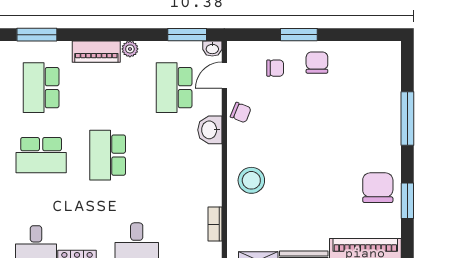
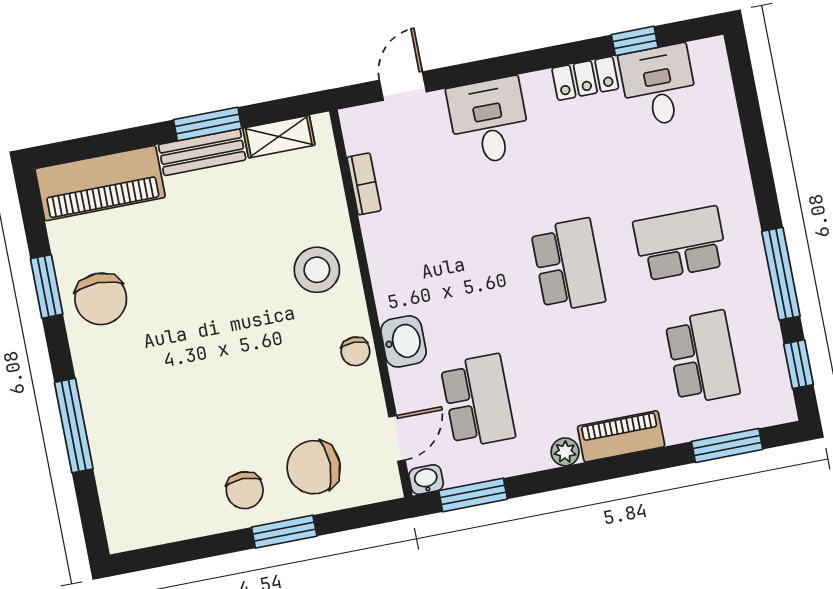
chair: (275, 68) -> (314, 467), width x1.87, depth x1.87
chair: (241, 112) -> (355, 351), moved, turned -112

